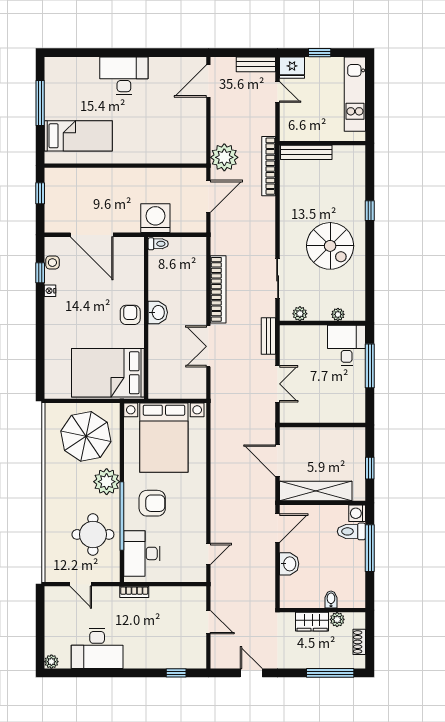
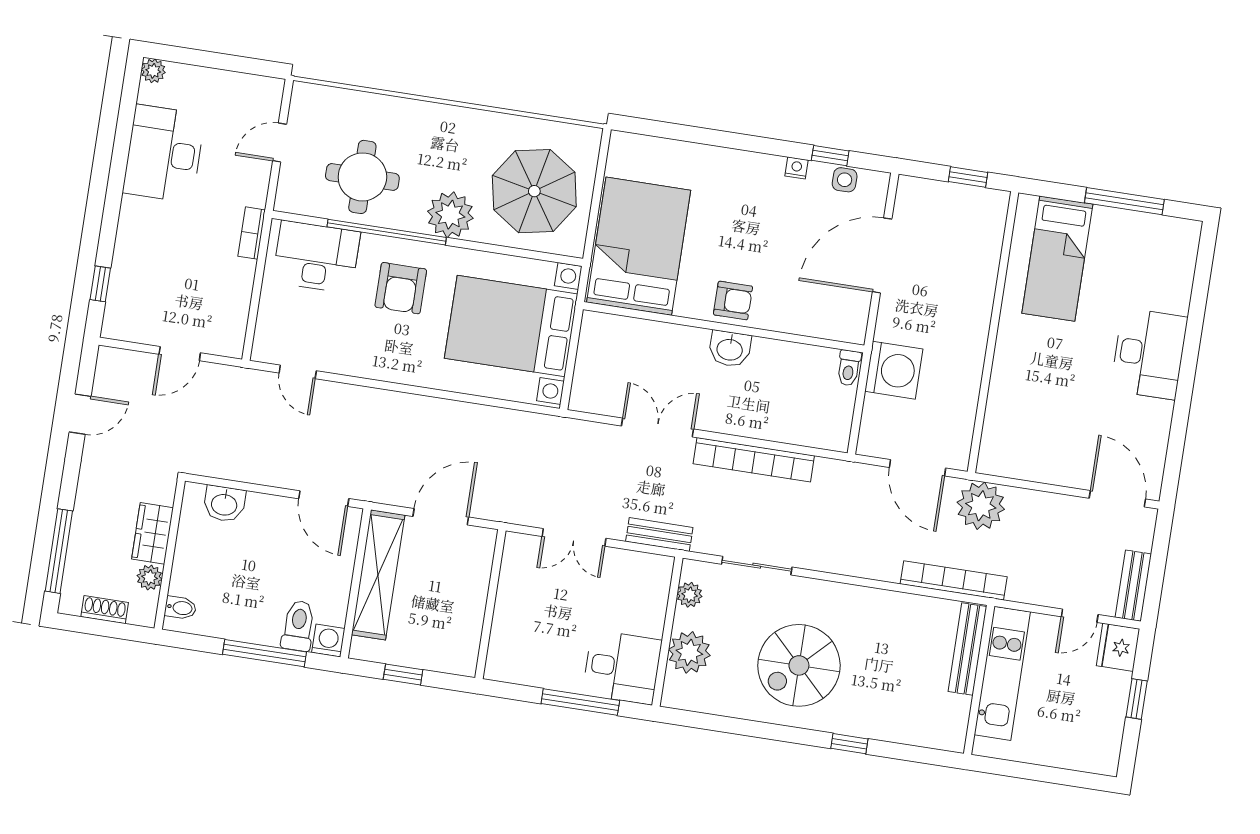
kitchen unit: (355, 94) -> (1002, 673), moved, turned 90
plant: (338, 314) -> (689, 652), width x1.87, depth x1.87
washbasin: (289, 564) -> (224, 504), moved
bidet: (331, 599) -> (180, 608), moved

